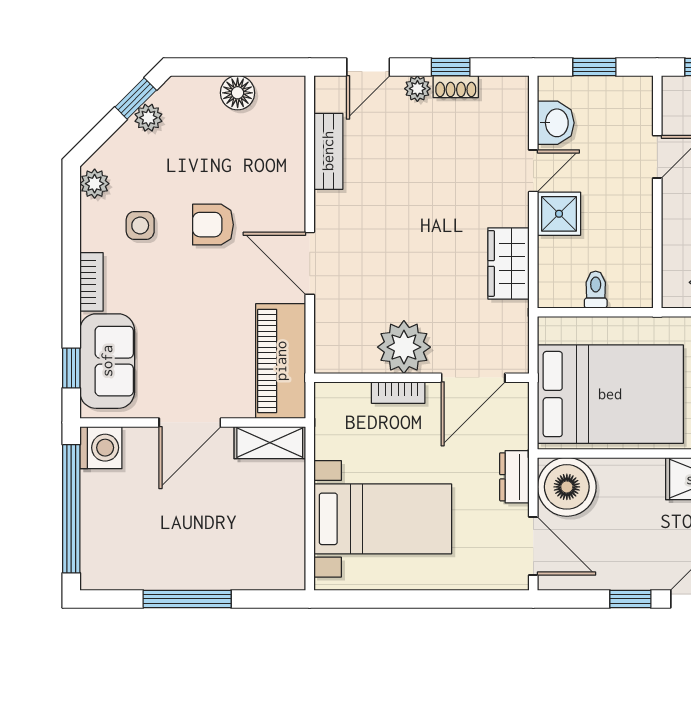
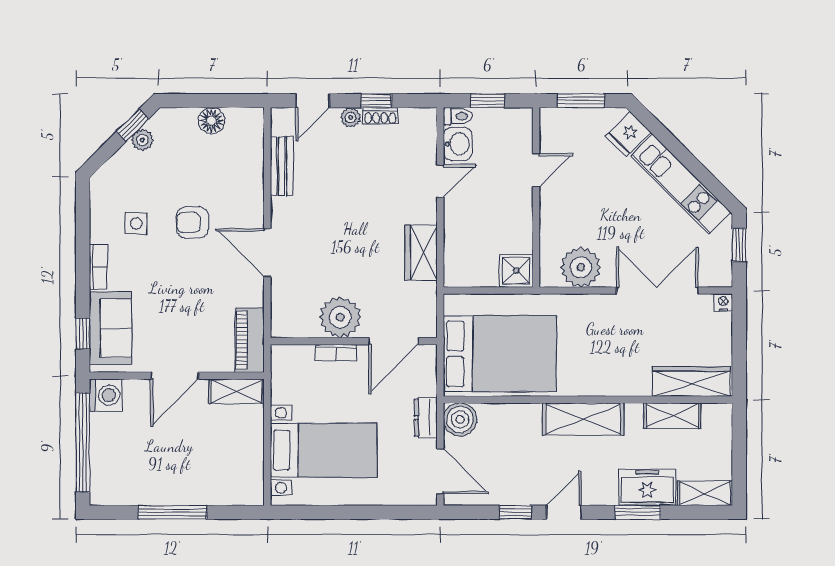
plant: (95, 184) -> (101, 191), removed
shower: (559, 214) -> (516, 271), moved
toilet: (596, 290) -> (458, 116), moved, turned 90
piano: (281, 361) -> (250, 340), width x0.73, depth x0.75
boiler: (567, 487) -> (460, 419), width x0.73, depth x0.73

